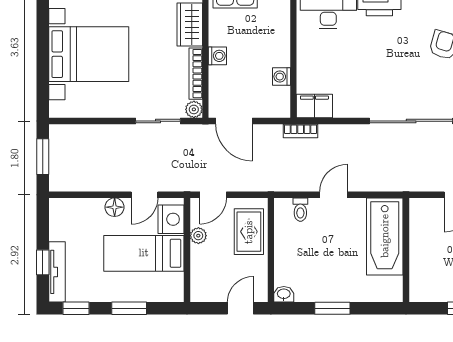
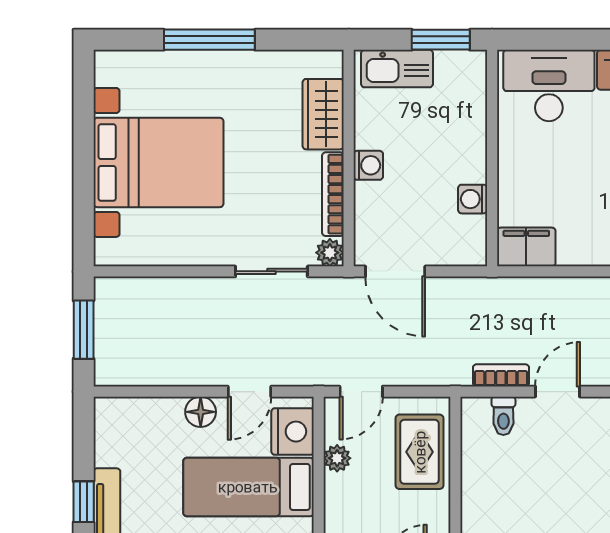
bookcase: (301, 131) -> (501, 375), moved, turned 180

